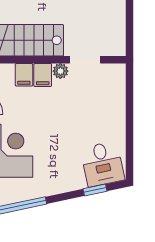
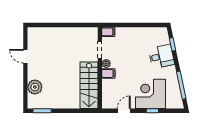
filing cabinet: (24, 75) -> (108, 32), moved
desk: (102, 164) -> (161, 56), moved

